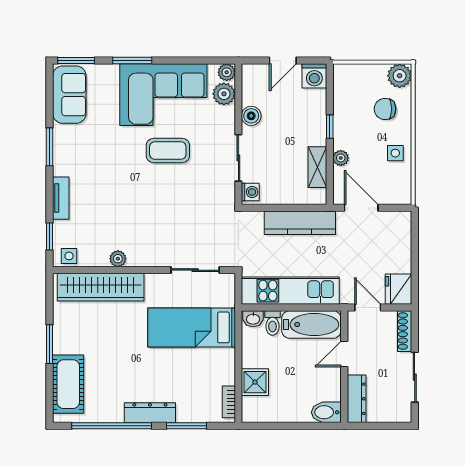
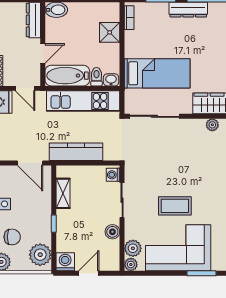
plant: (341, 158) -> (40, 255), moved, width x1.88, depth x1.88
sliding door: (195, 270) -> (154, 116), width x1.37

